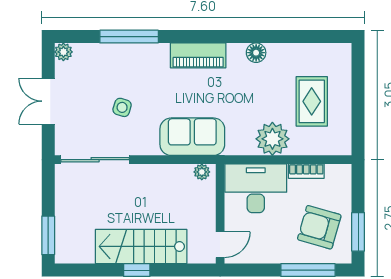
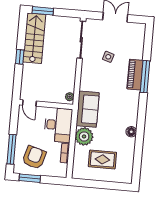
window: (129, 37) -> (145, 77), moved
plant: (63, 52) -> (141, 28), removed
piano: (198, 55) -> (135, 75), moved
sofa: (192, 137) -> (88, 109), moved
stairs: (141, 246) -> (34, 38), moved

